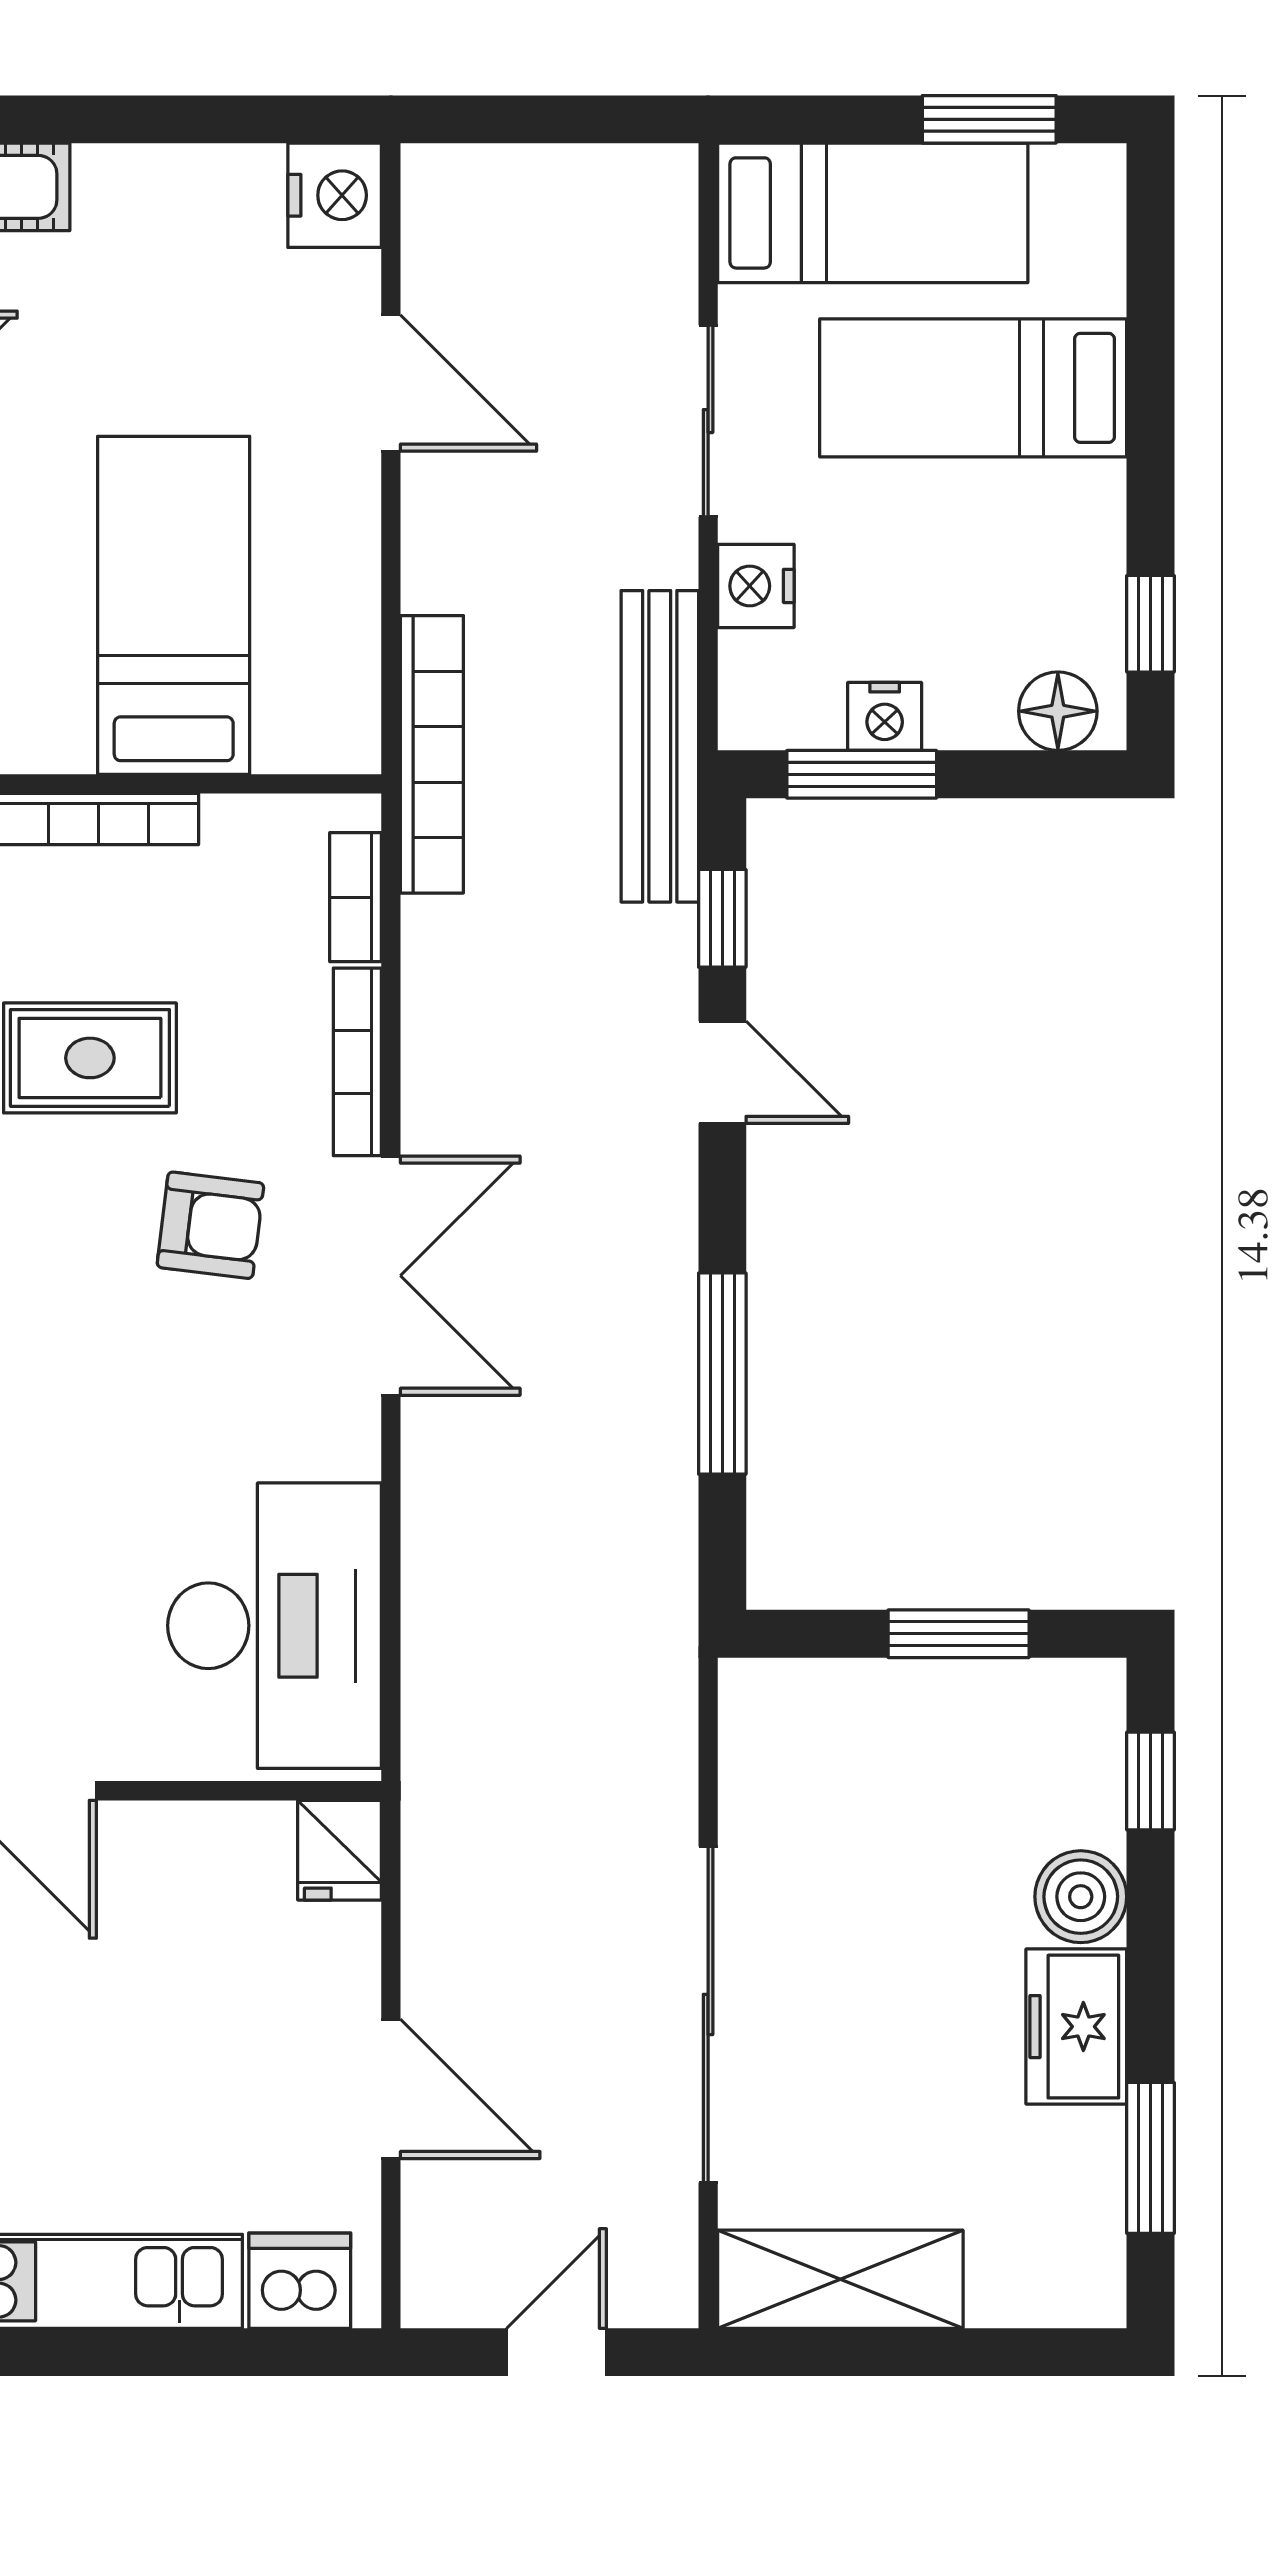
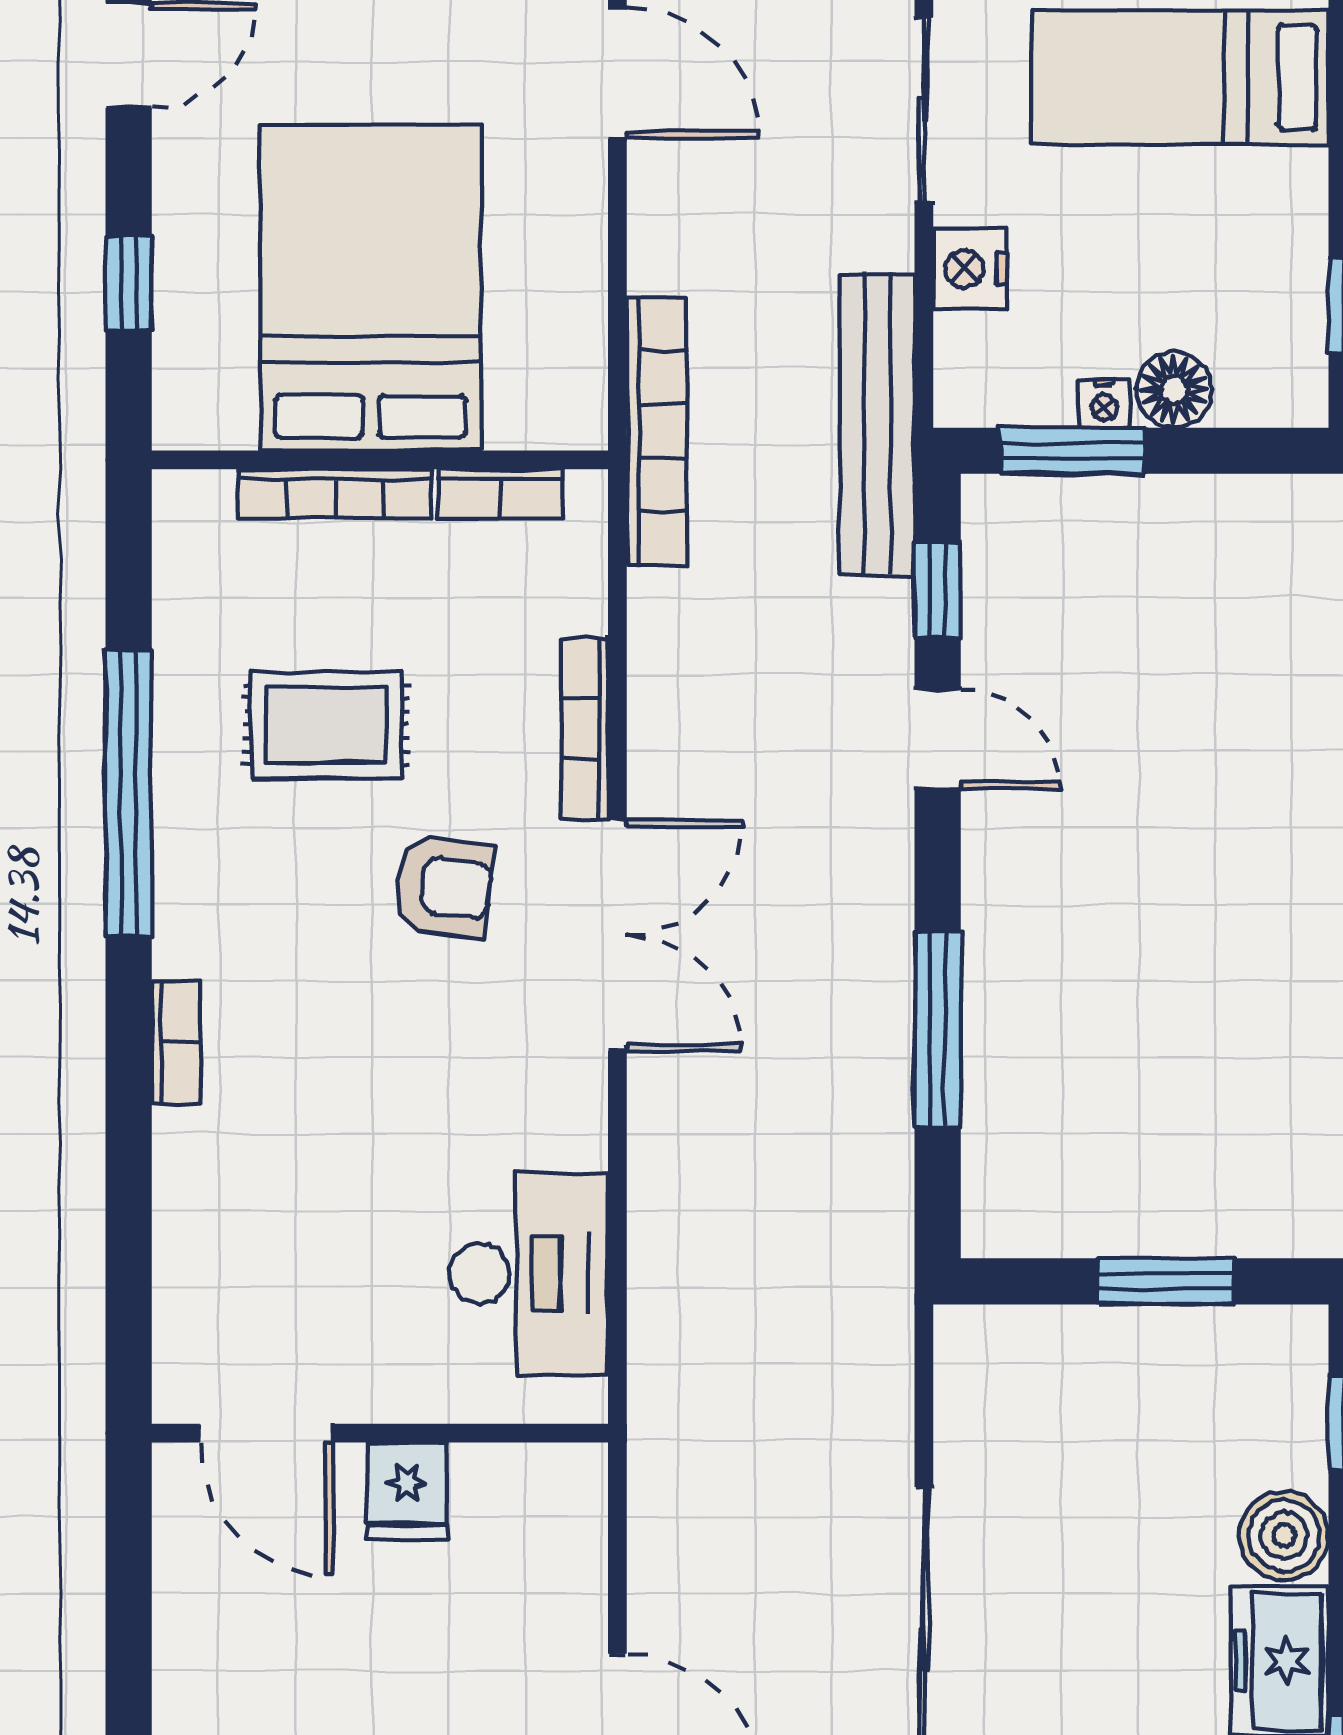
bed: (174, 605) -> (371, 287), width x1.50
floor lamp: (1058, 711) -> (1174, 390), moved
nightstand: (885, 716) -> (1105, 403), width x0.72, depth x0.74
bookcase: (356, 897) -> (500, 494), moved, turned -90
desk: (274, 1626) -> (529, 1274), width x0.73, depth x0.77
fridge: (340, 1850) -> (407, 1490), moved

